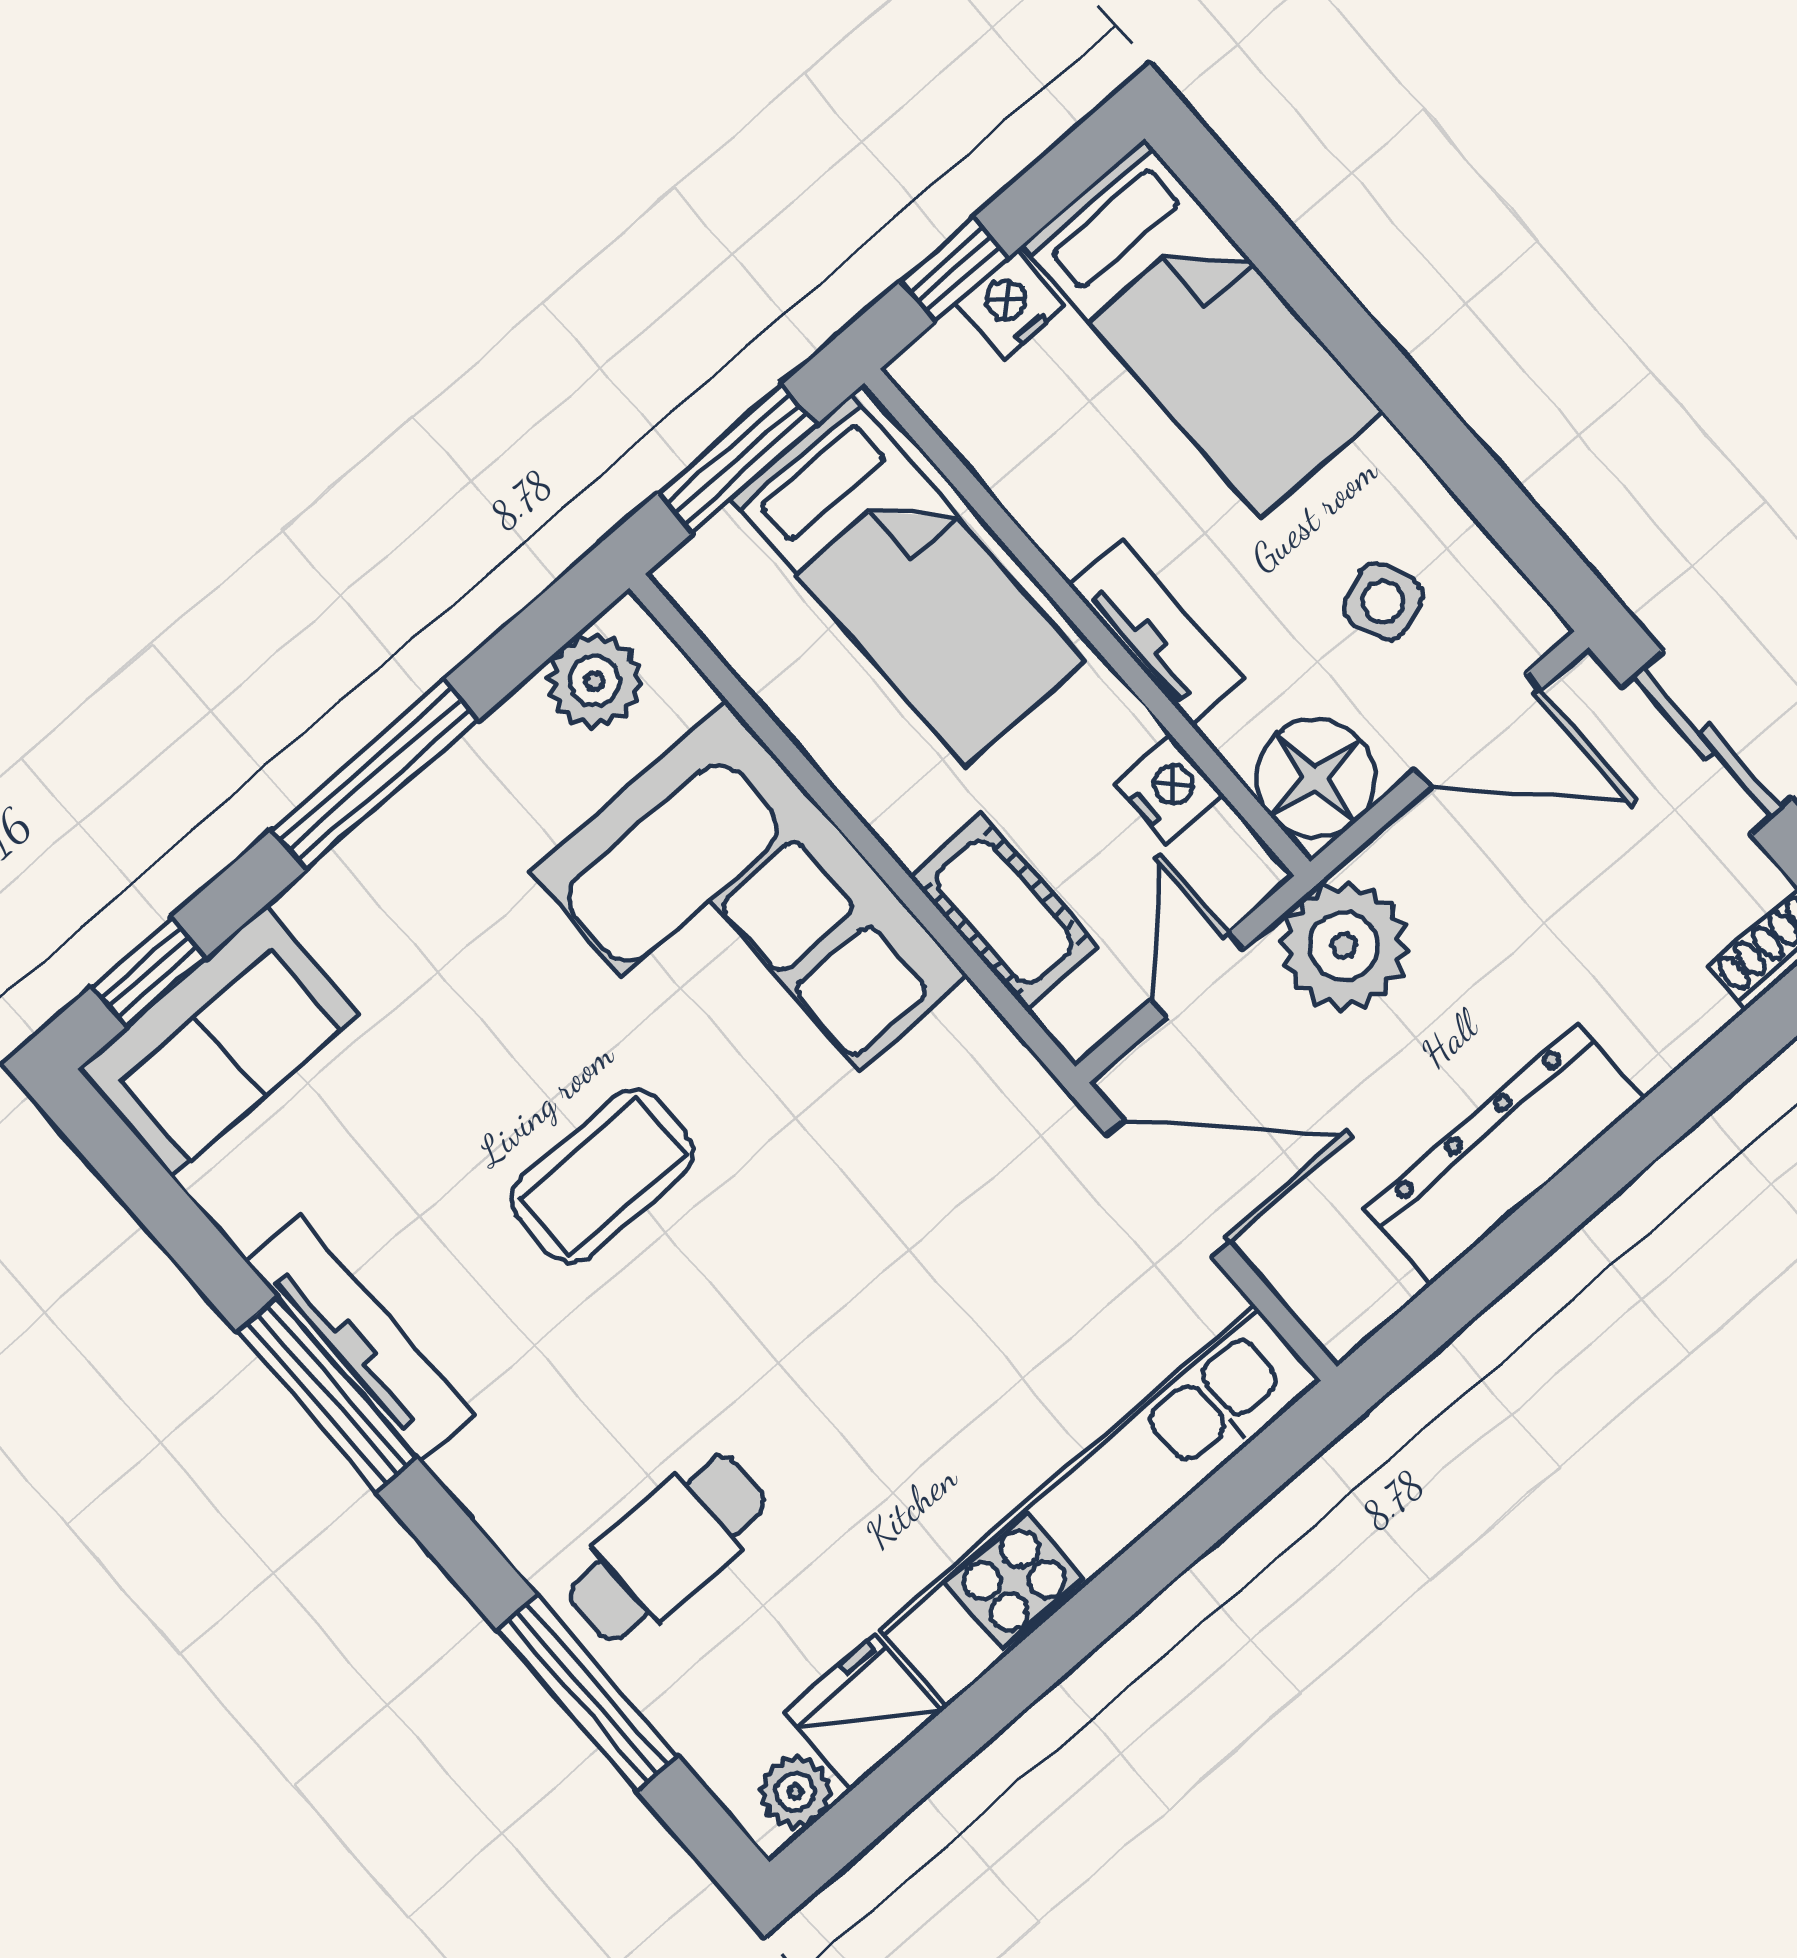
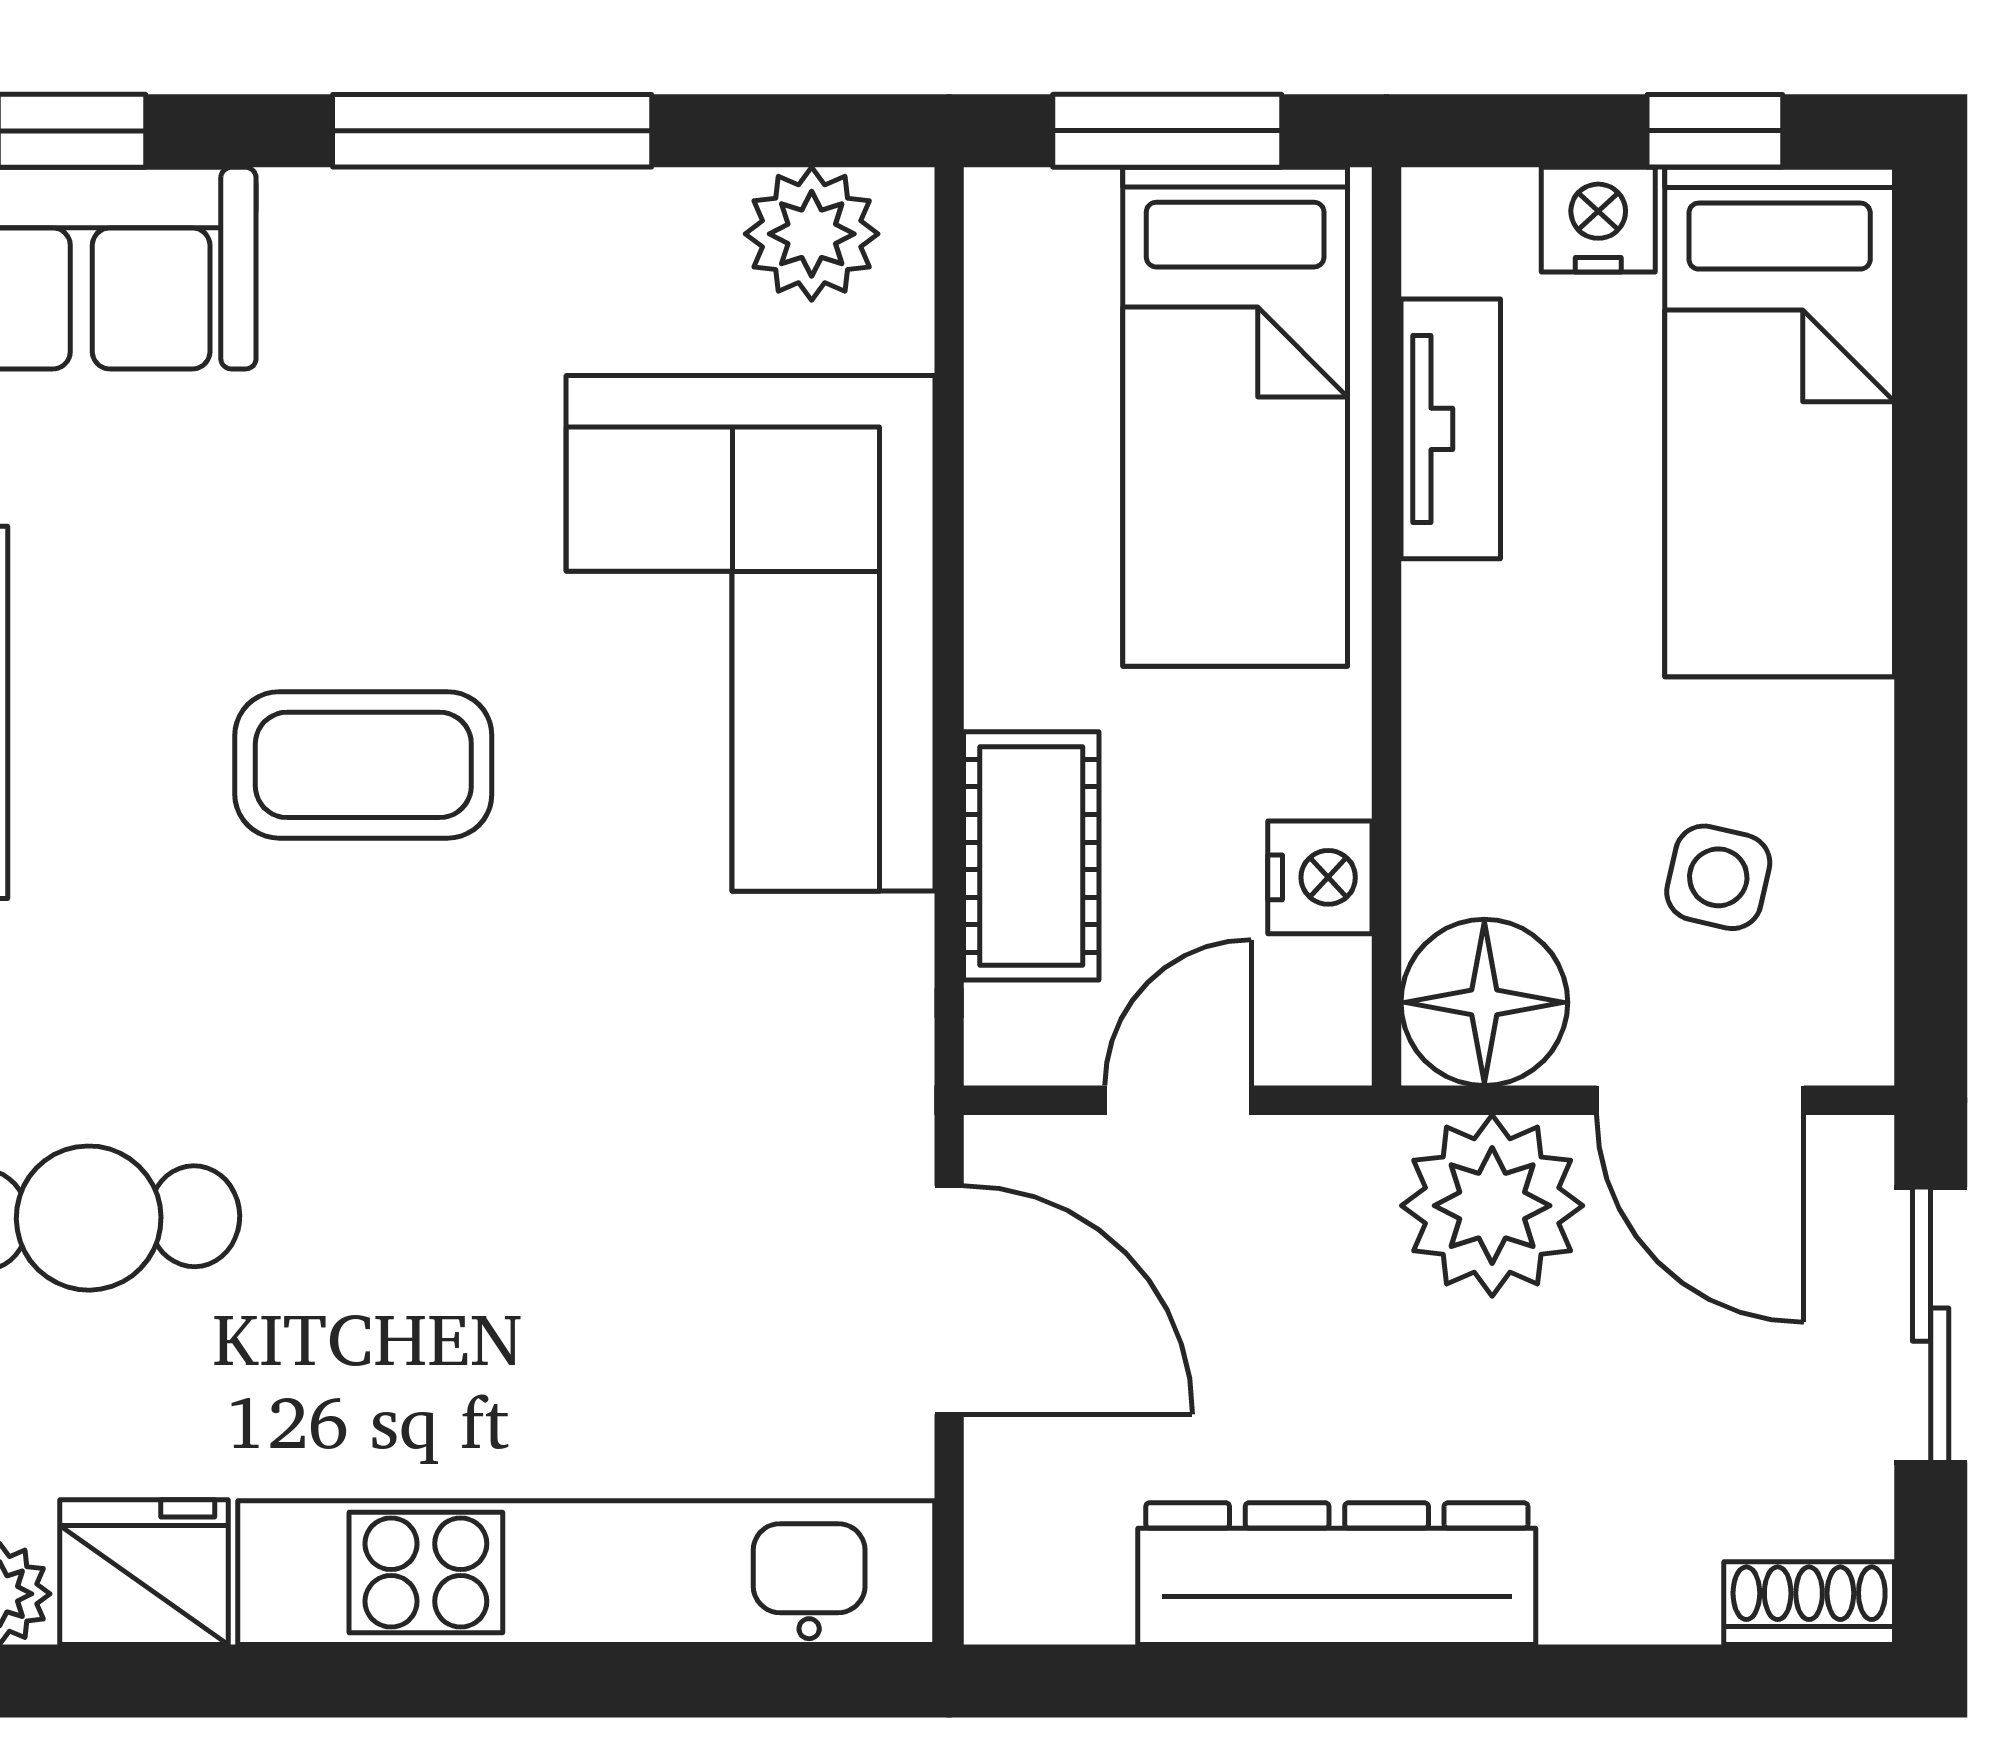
window: (954, 270) -> (1715, 131), moved
side table: (1383, 602) -> (1718, 877), turned 34
tv unit: (1157, 633) -> (1451, 429), moved
plant: (1344, 946) -> (1492, 1206), moved

